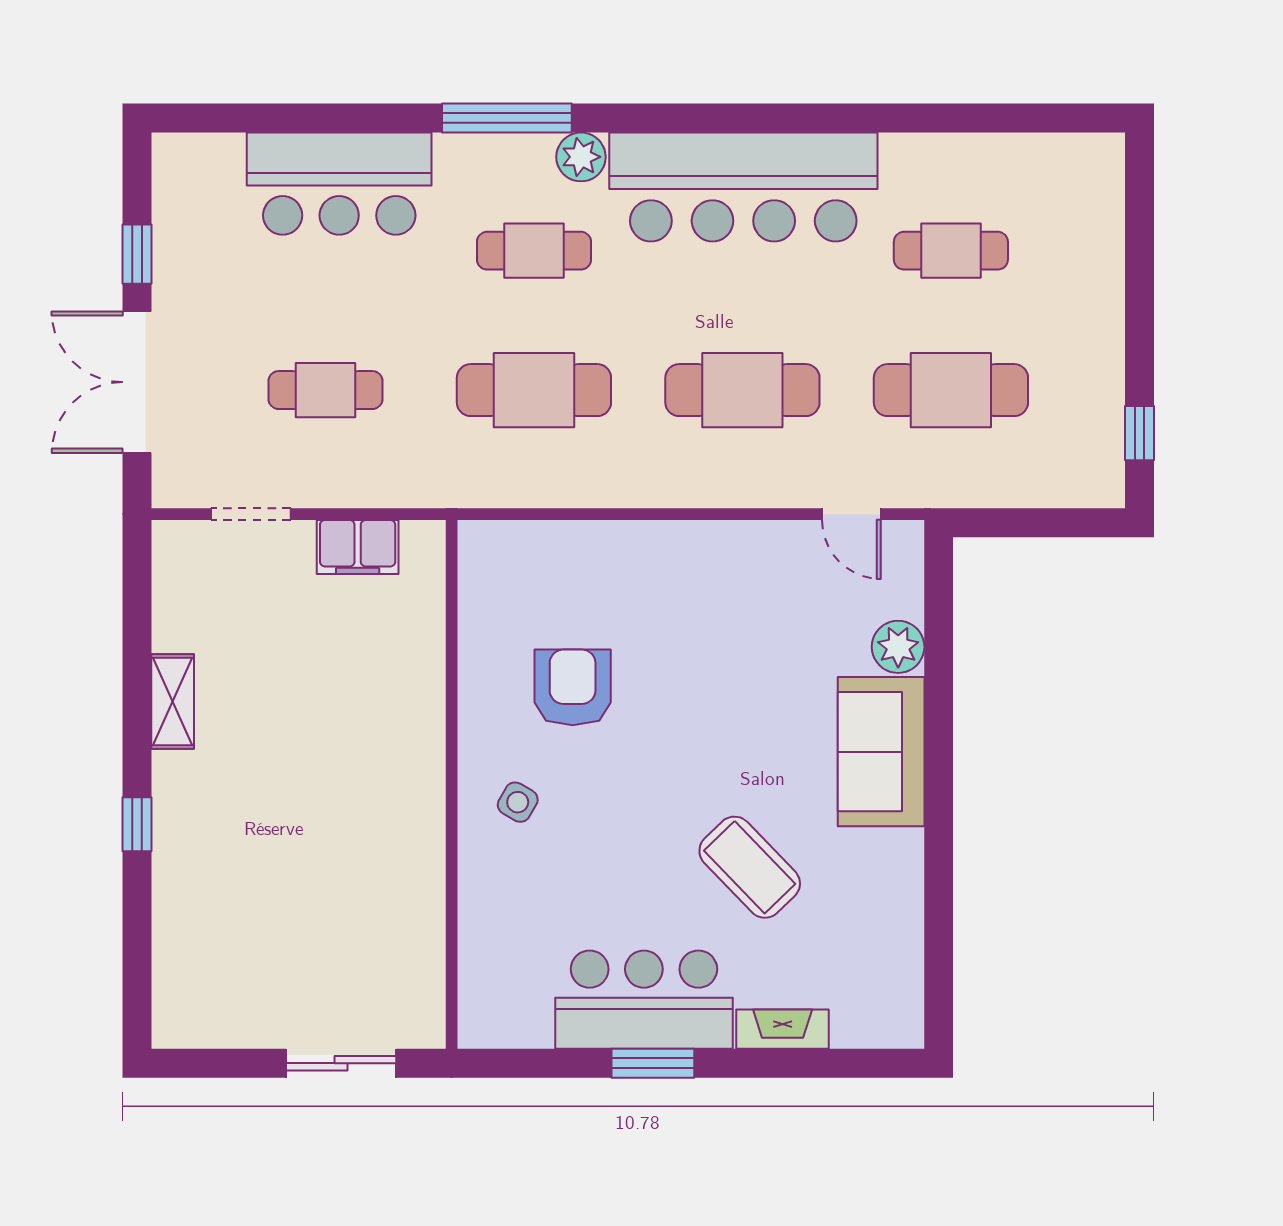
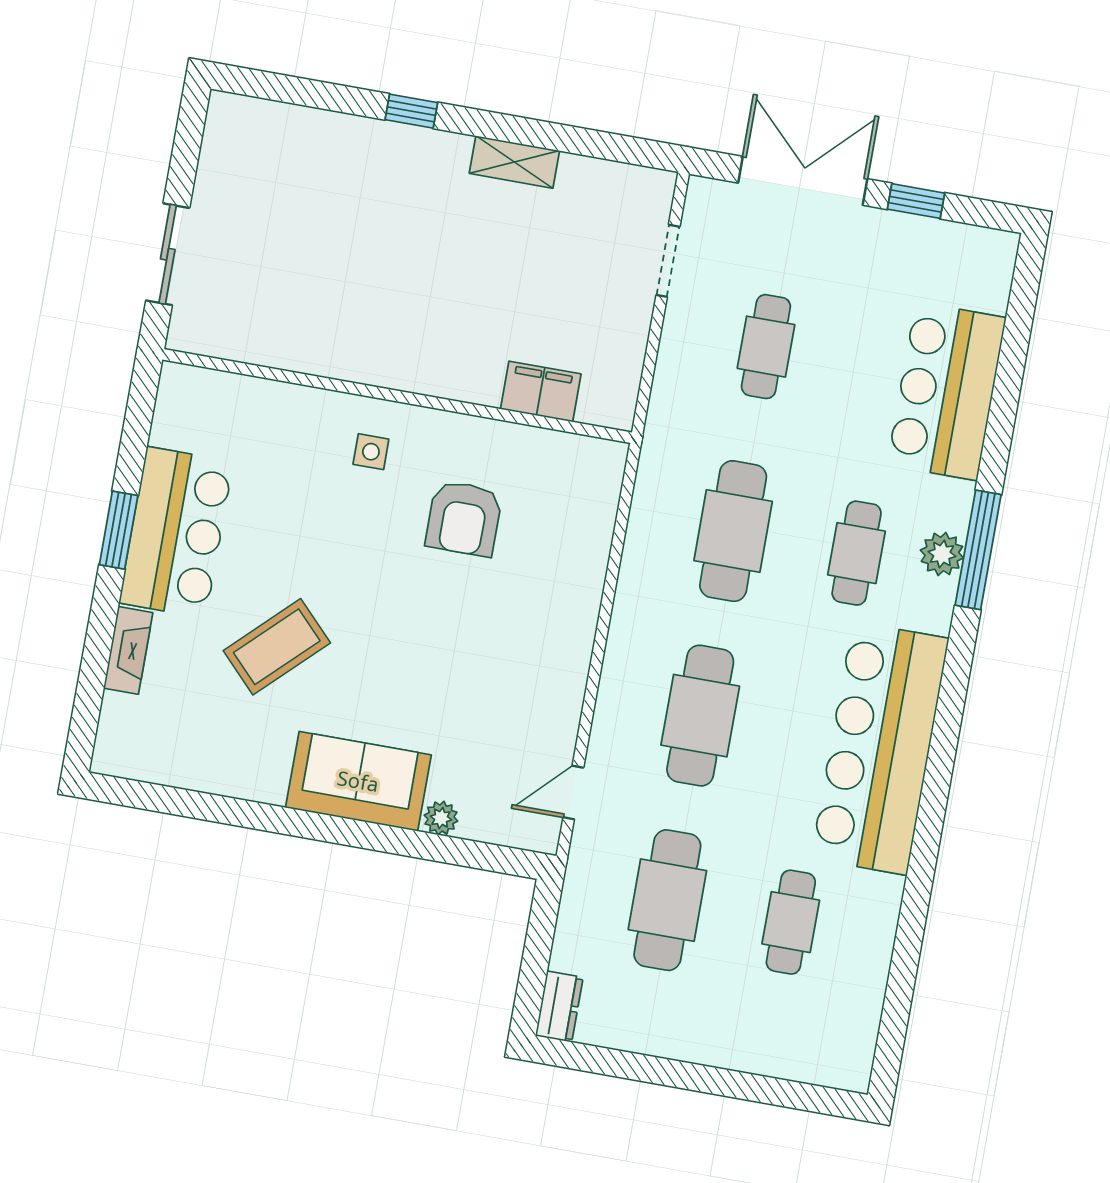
plant: (581, 157) -> (942, 554), moved
window: (1140, 433) -> (600, 1060), removed
dresser: (1088, 488) -> (559, 1006), added
filing cabinet: (358, 547) -> (541, 392), moved, turned 90
plant: (898, 647) -> (441, 818), width x0.73, depth x0.73
armchair: (573, 687) -> (464, 518), turned 90
side table: (518, 802) -> (371, 452), turned -30

